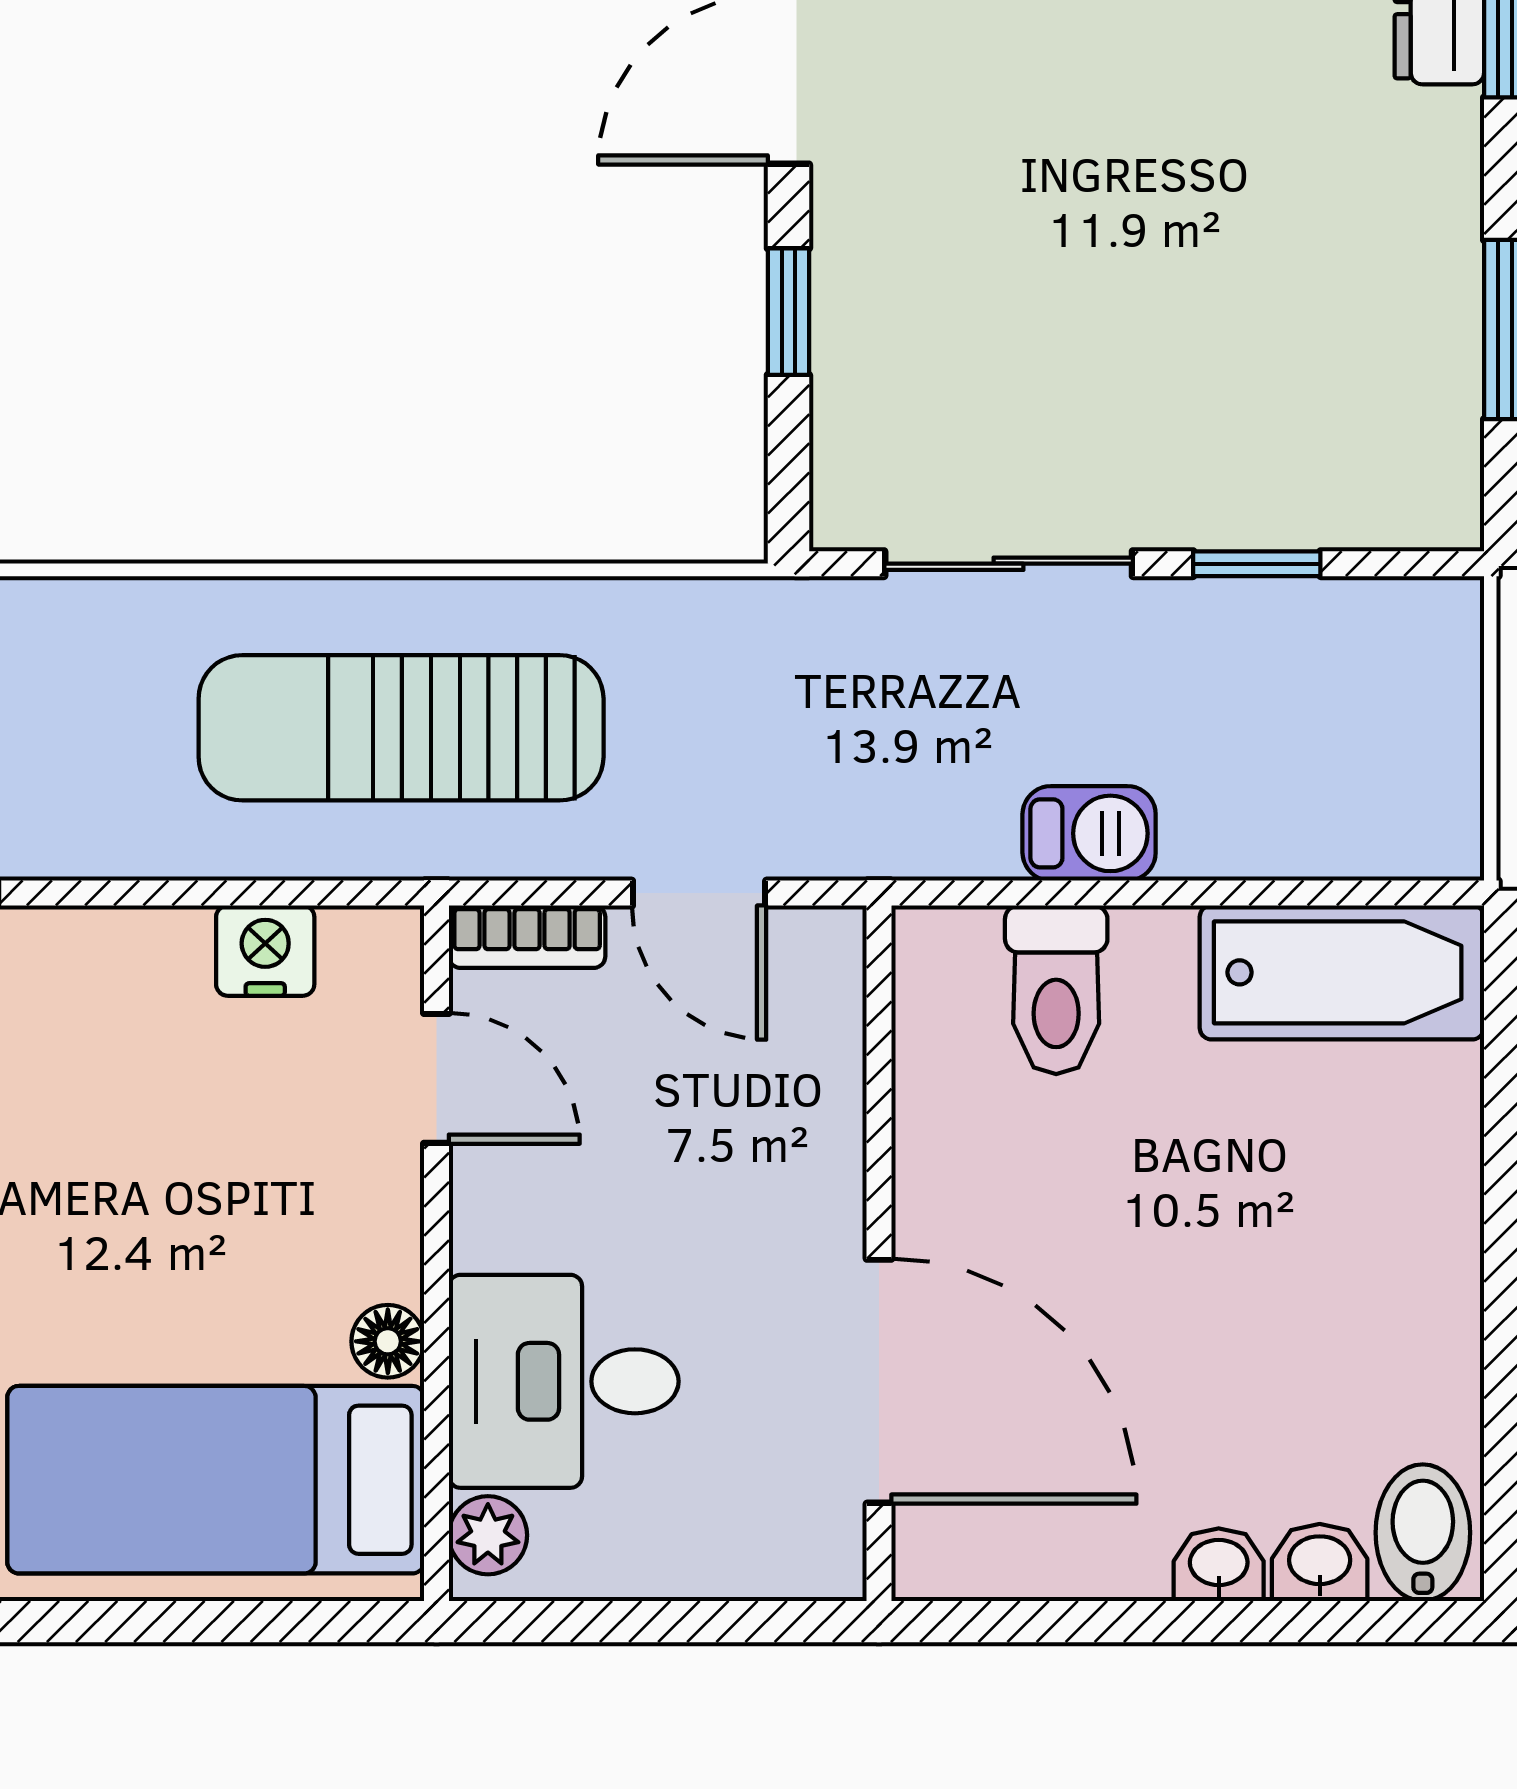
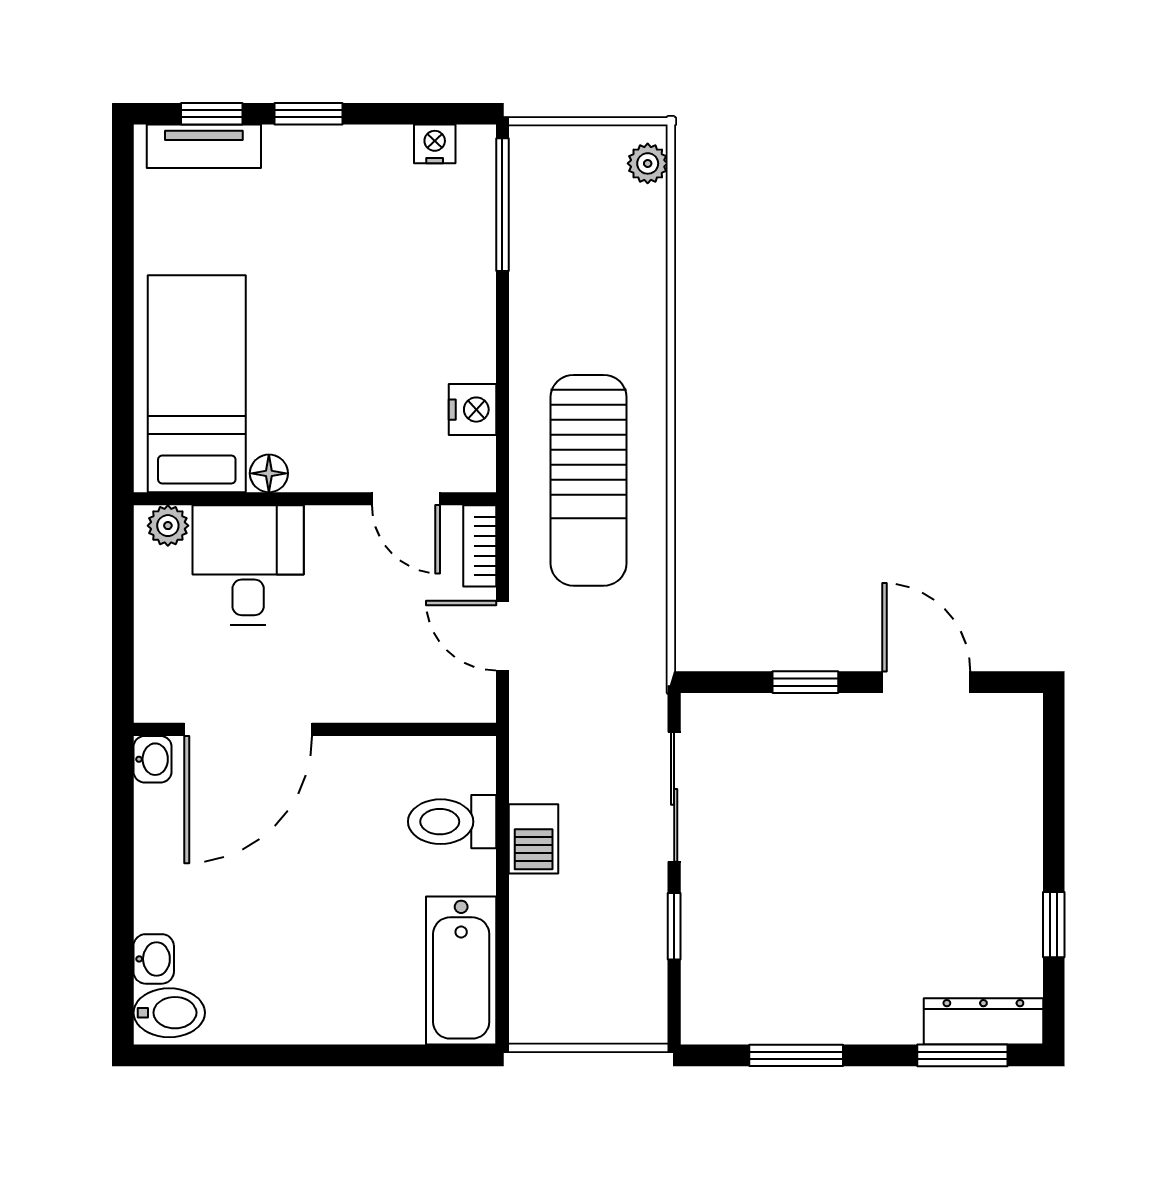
sun lounger: (401, 728) -> (589, 480), turned 180
door: (699, 893) -> (502, 636), hinge flipped
door: (436, 1078) -> (406, 499), hinge flipped
washbasin: (1219, 1565) -> (153, 759), moved

